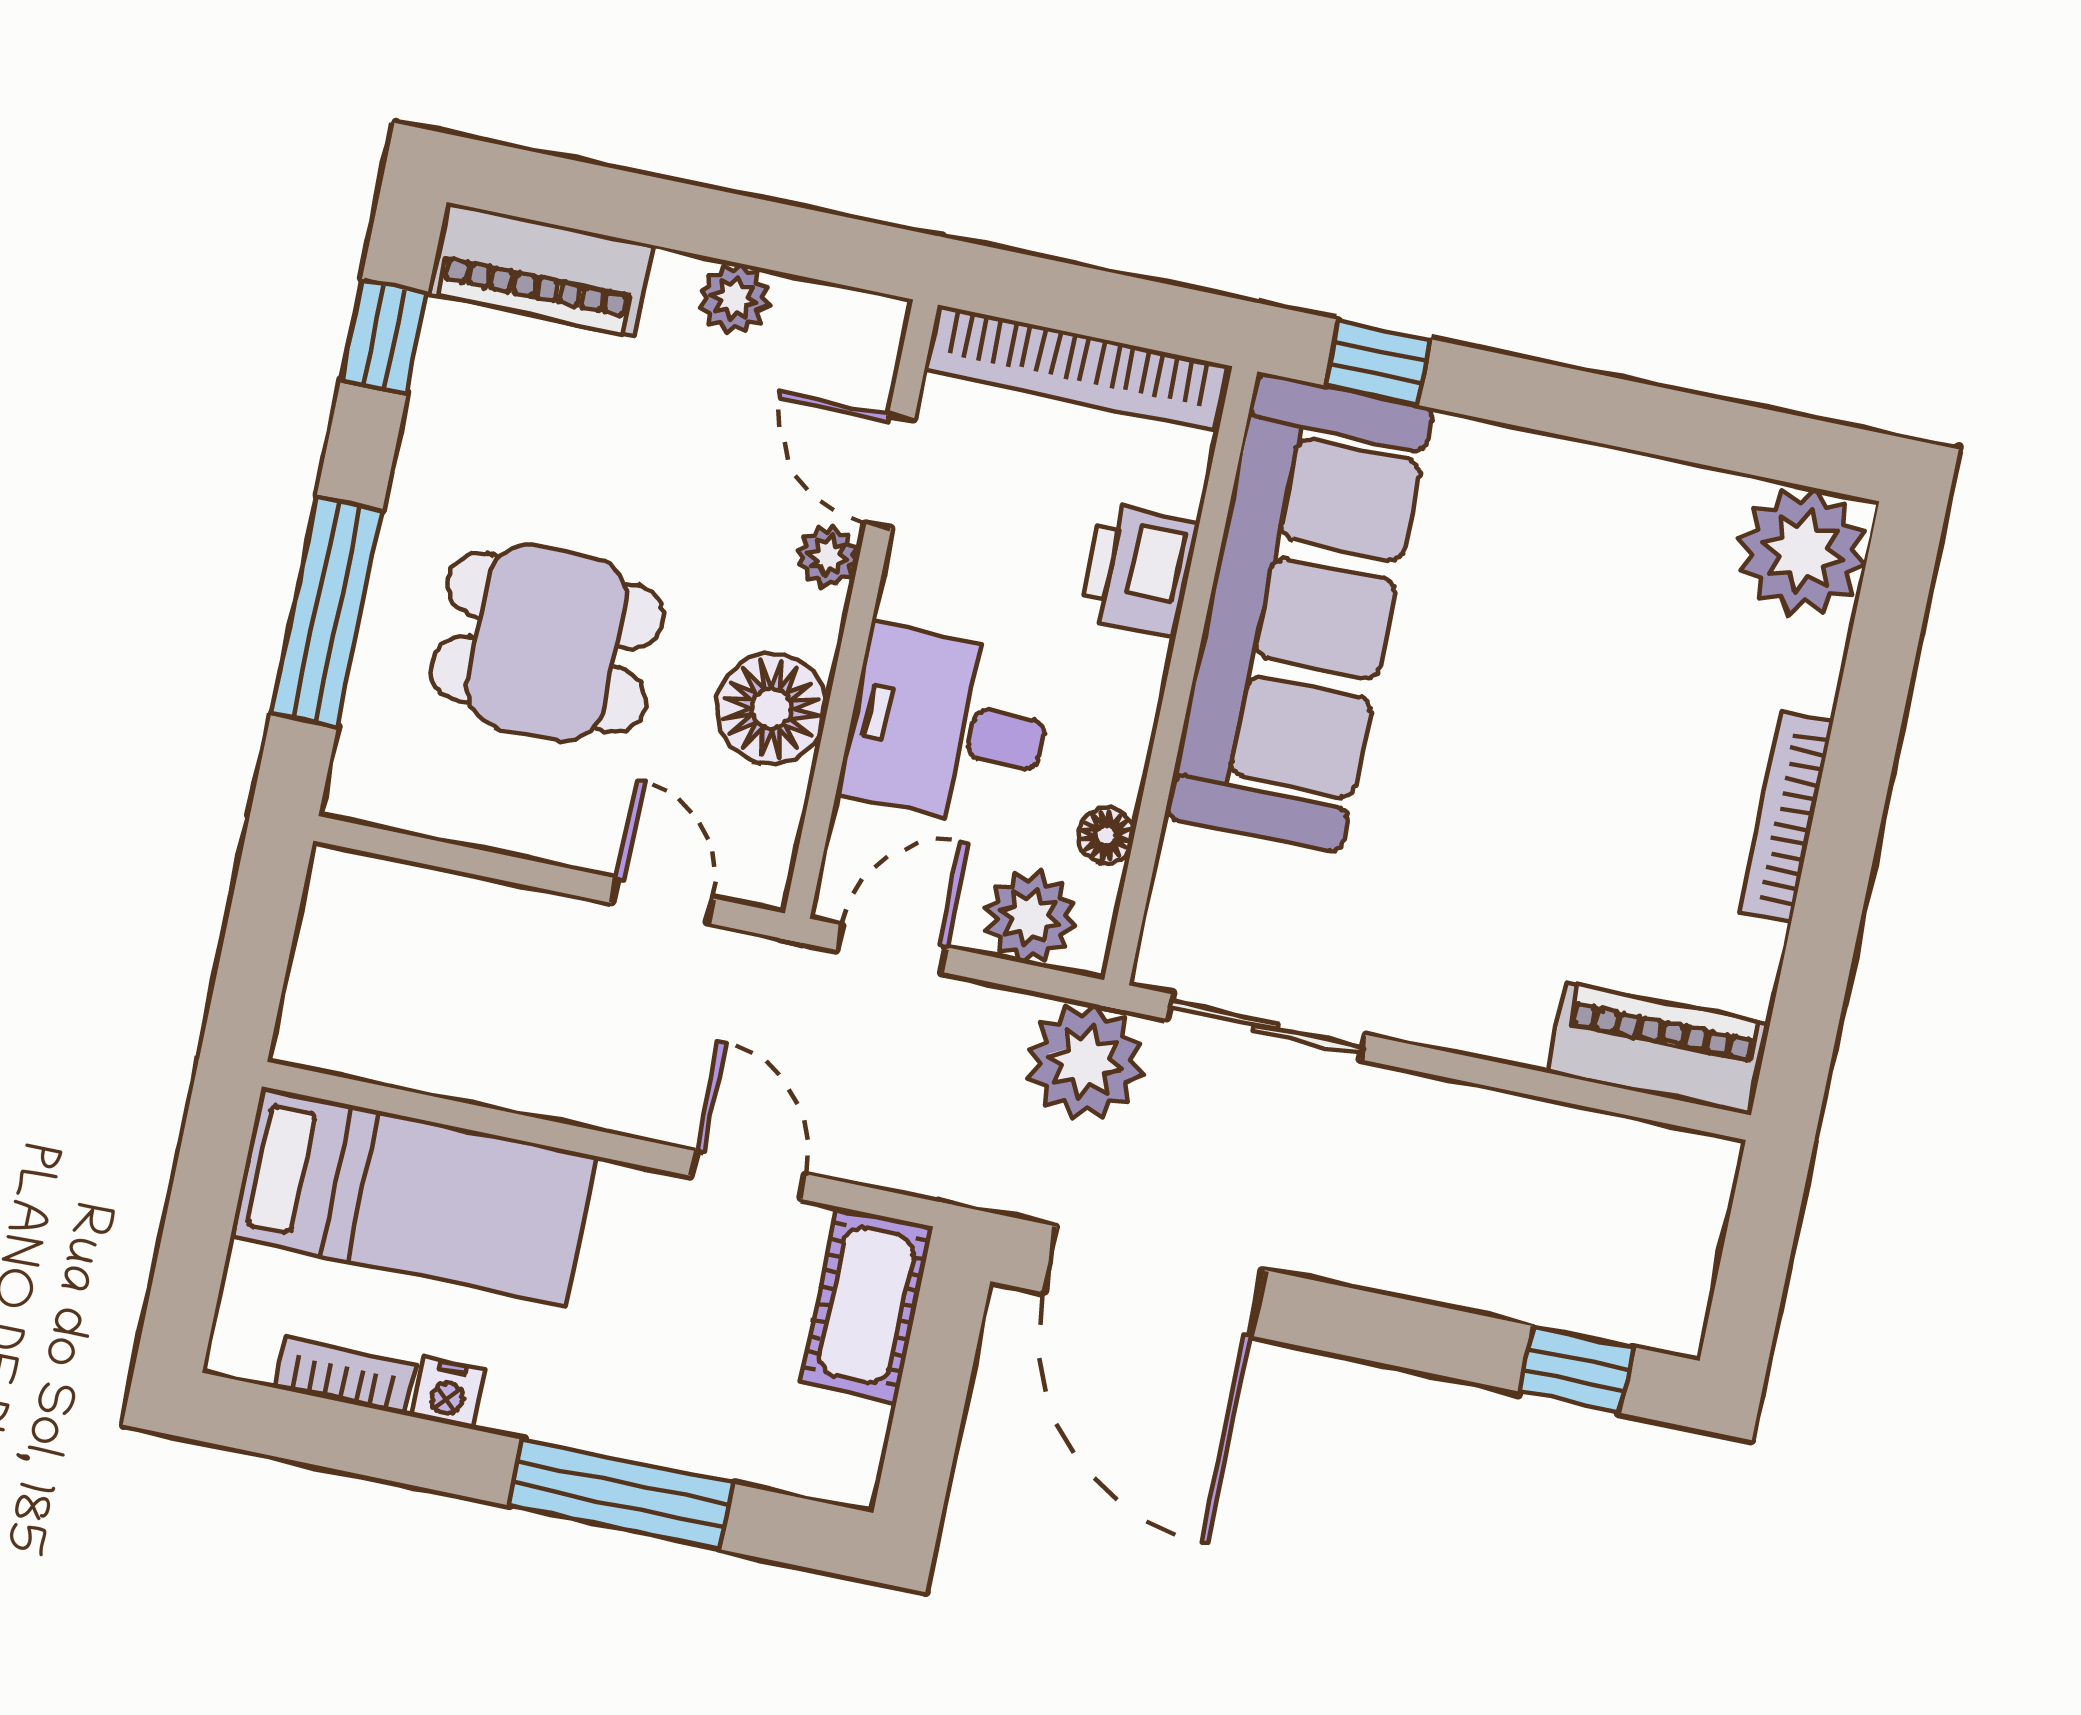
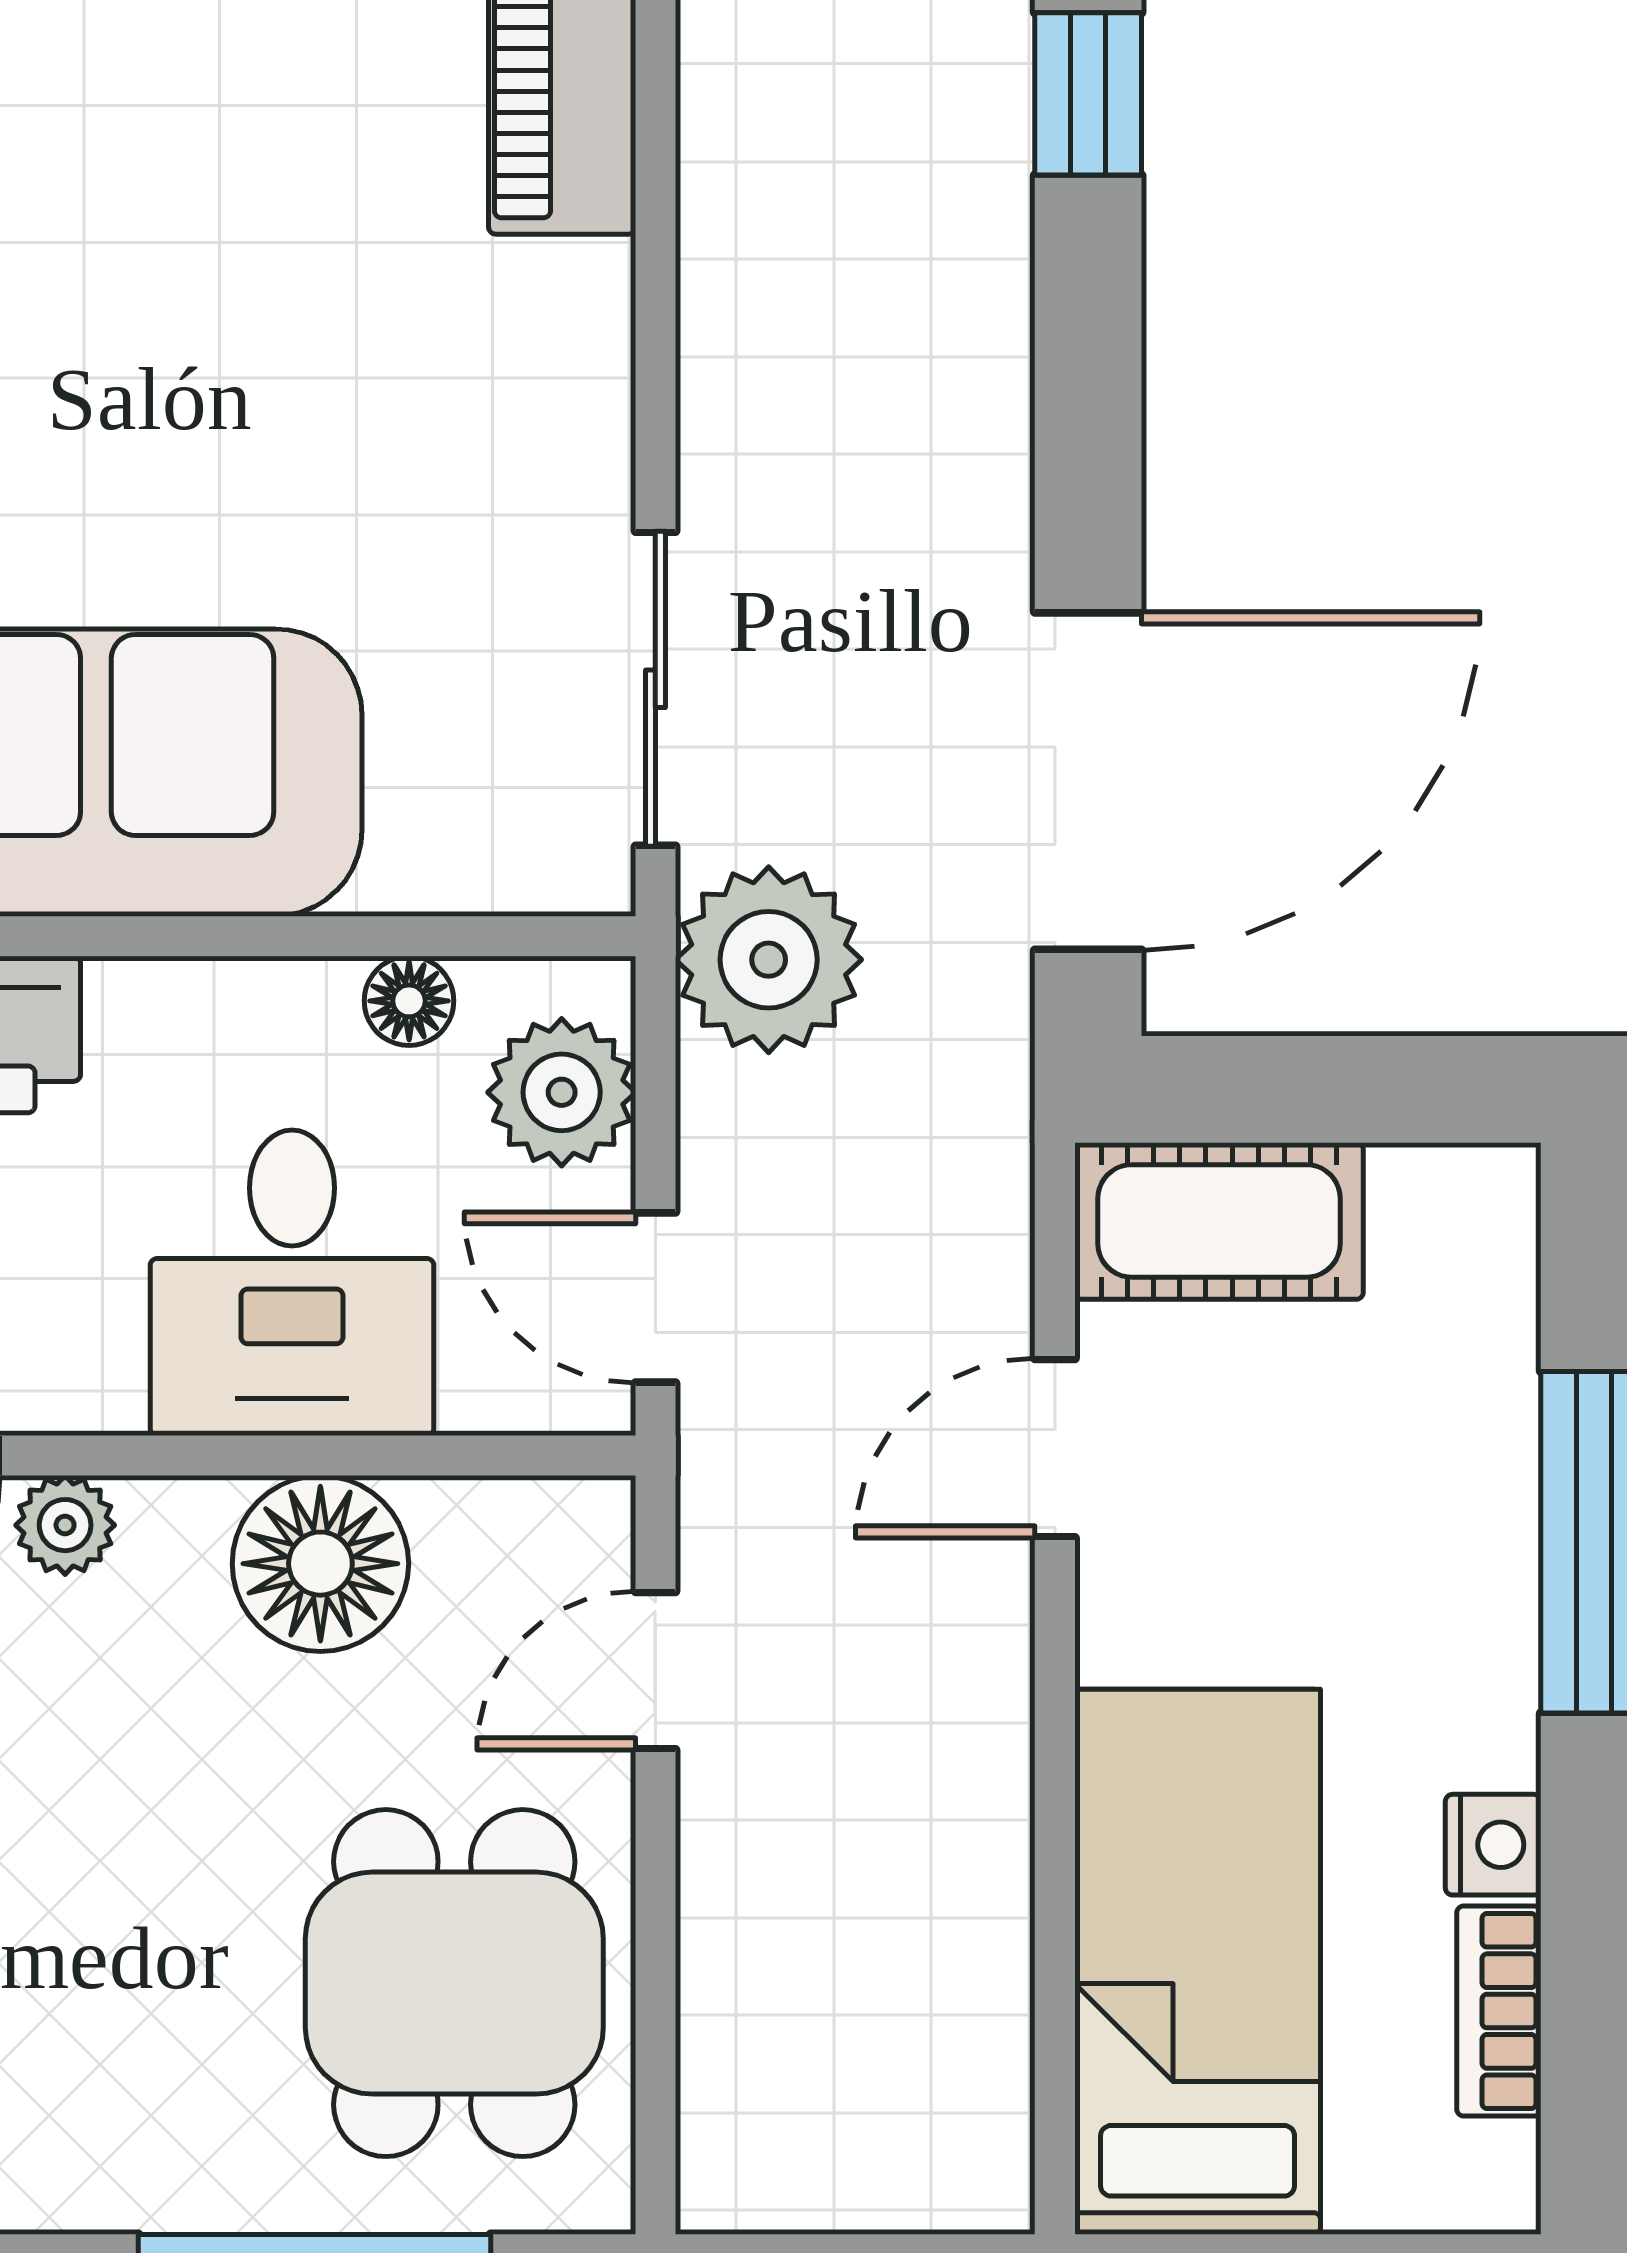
dining table: (547, 642) -> (454, 1983), moved

